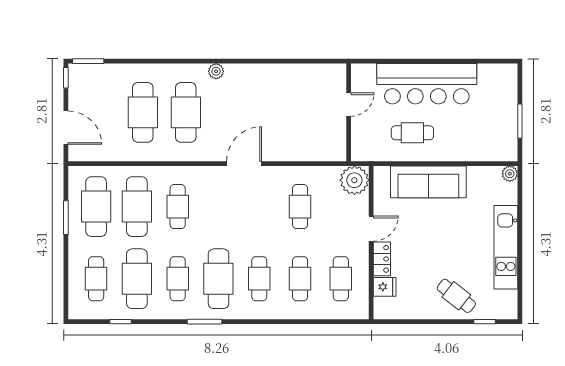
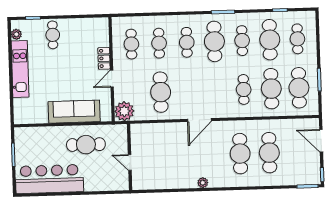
plant: (216, 71) -> (203, 183), moved
bar counter: (427, 84) -> (49, 179), moved
door: (349, 105) -> (130, 162), hinge flipped
cafe table: (412, 133) -> (86, 145), width x1.37, depth x1.35
plant: (510, 174) -> (16, 34), moved
cafe table: (300, 207) -> (161, 92), width x1.37, depth x1.35
fridge: (385, 287) -> (102, 39), removed
cafe table: (456, 296) -> (53, 35), turned 52

